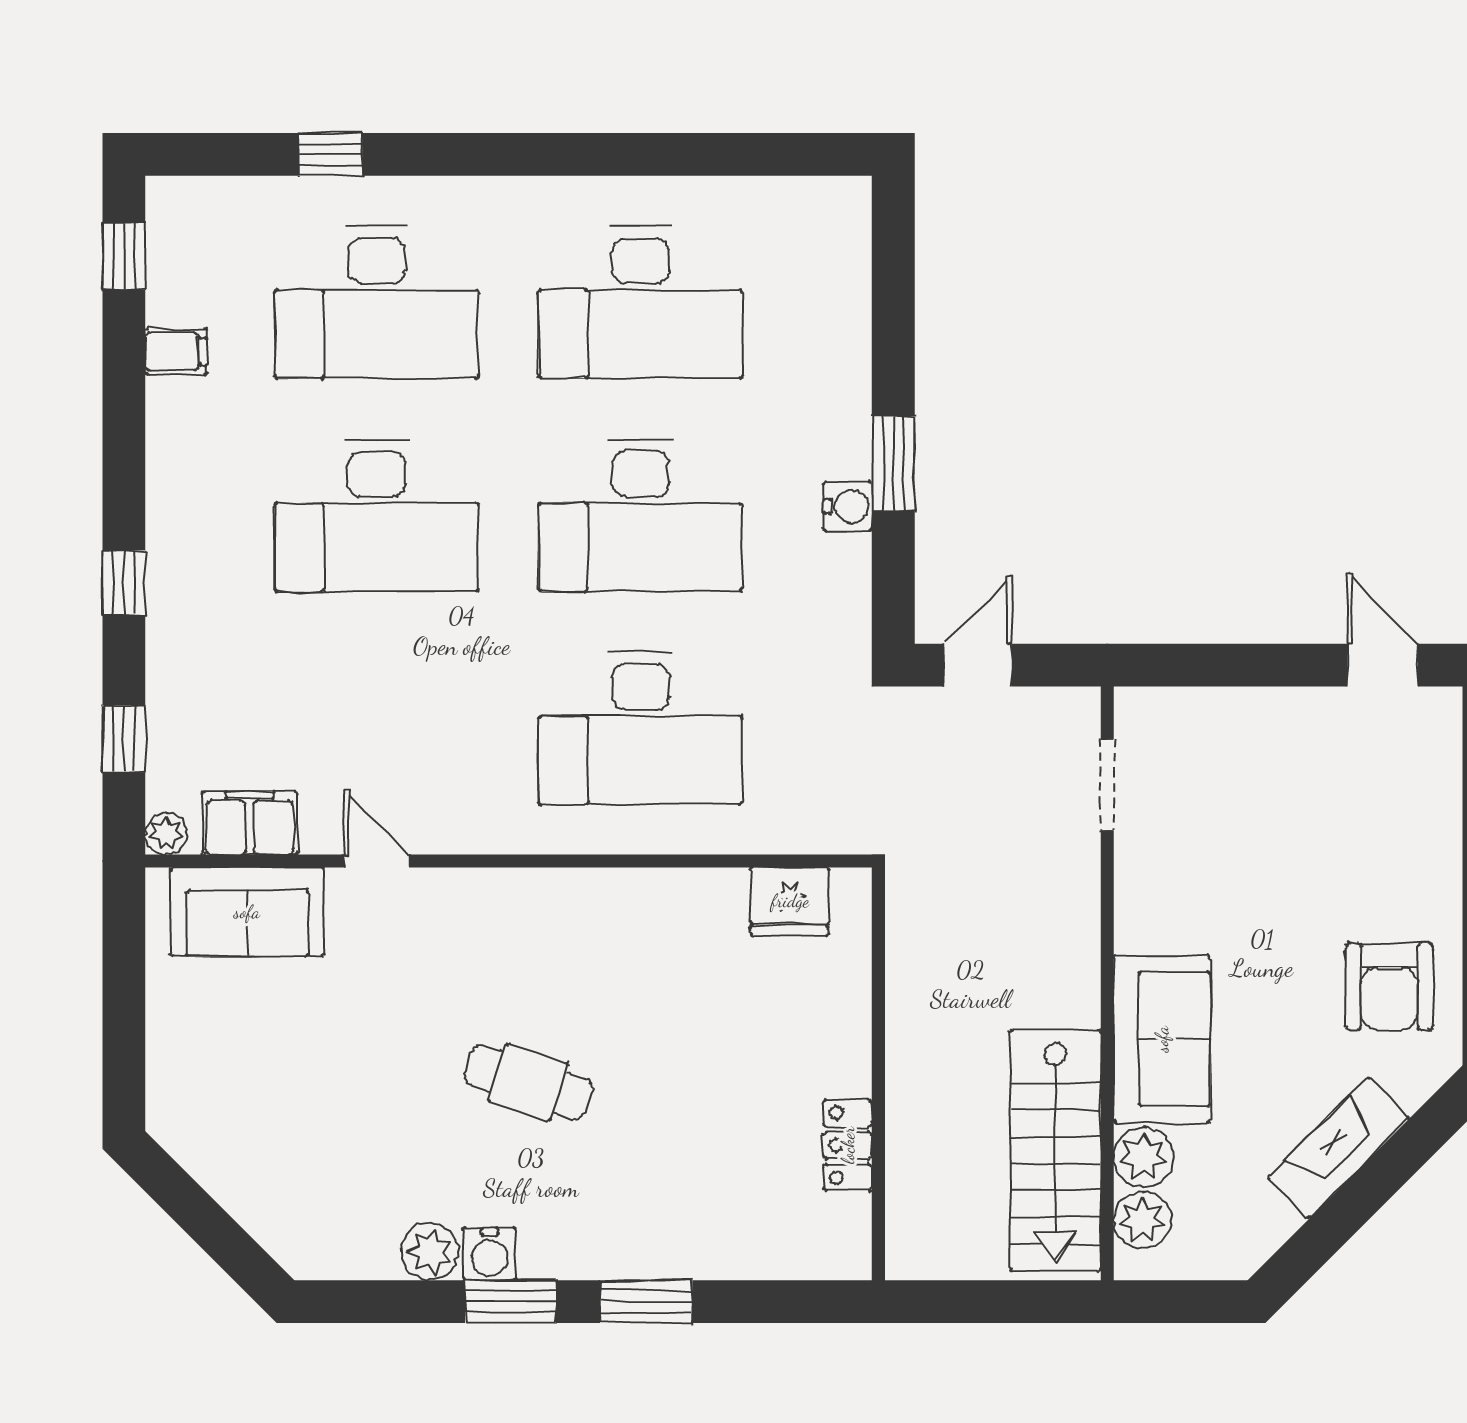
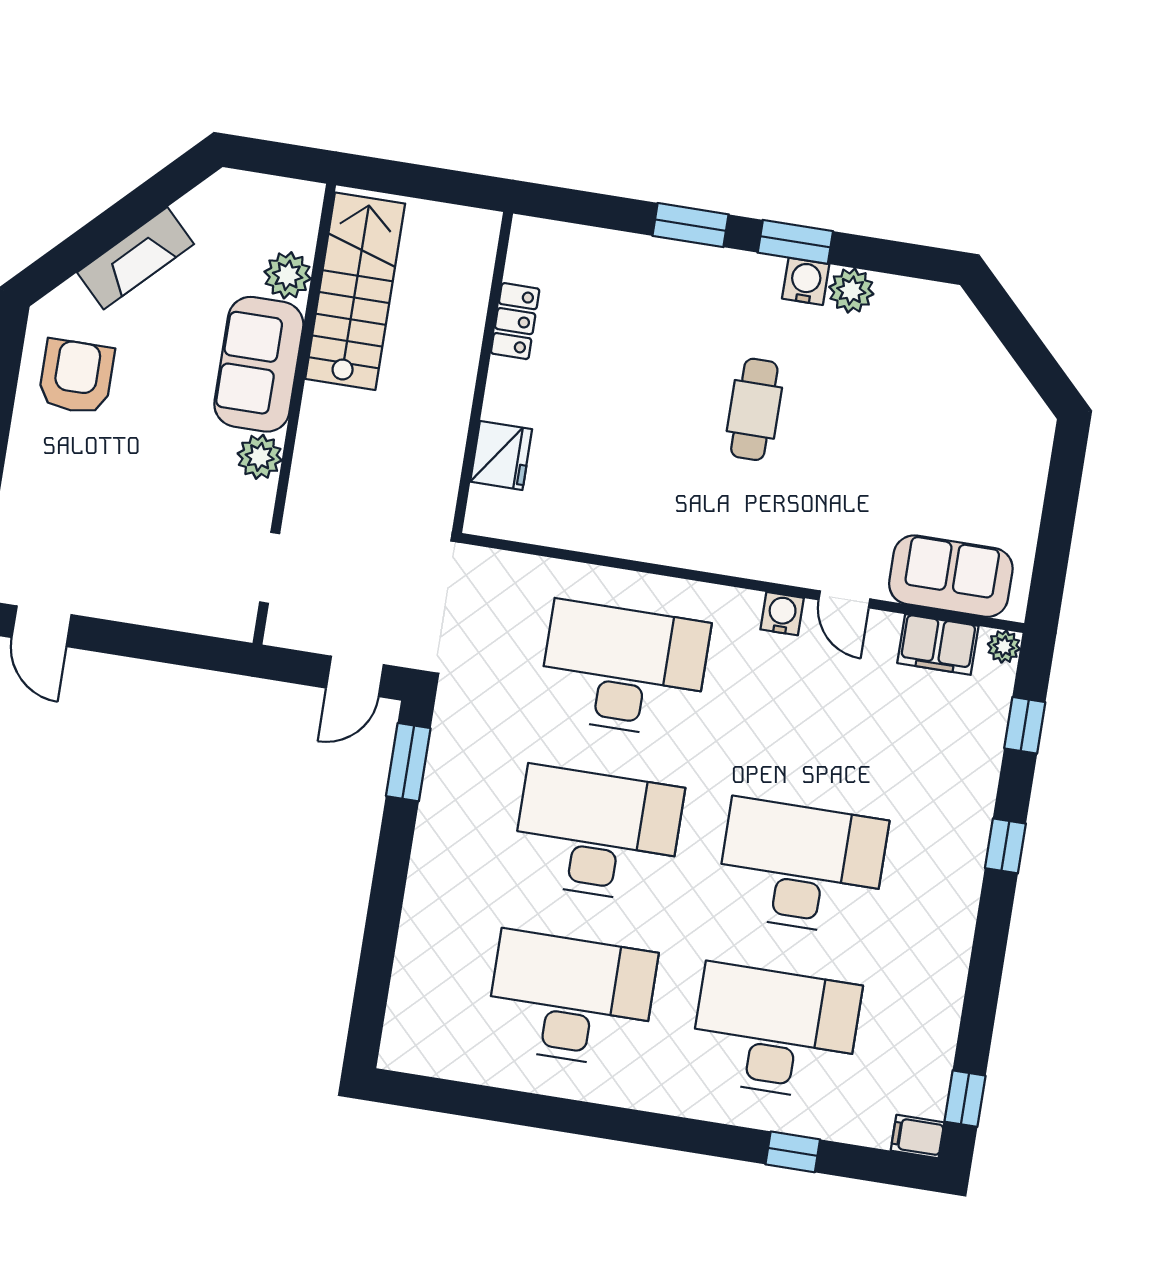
filing cabinet: (176, 351) -> (917, 1137), moved
window: (893, 463) -> (408, 762), moved
water cooler: (848, 507) -> (782, 614), moved, turned 90
fridge: (790, 901) -> (501, 455), moved, turned 90
cafe table: (528, 1082) -> (754, 409), turned 72
plant: (1142, 1220) -> (260, 457), moved

